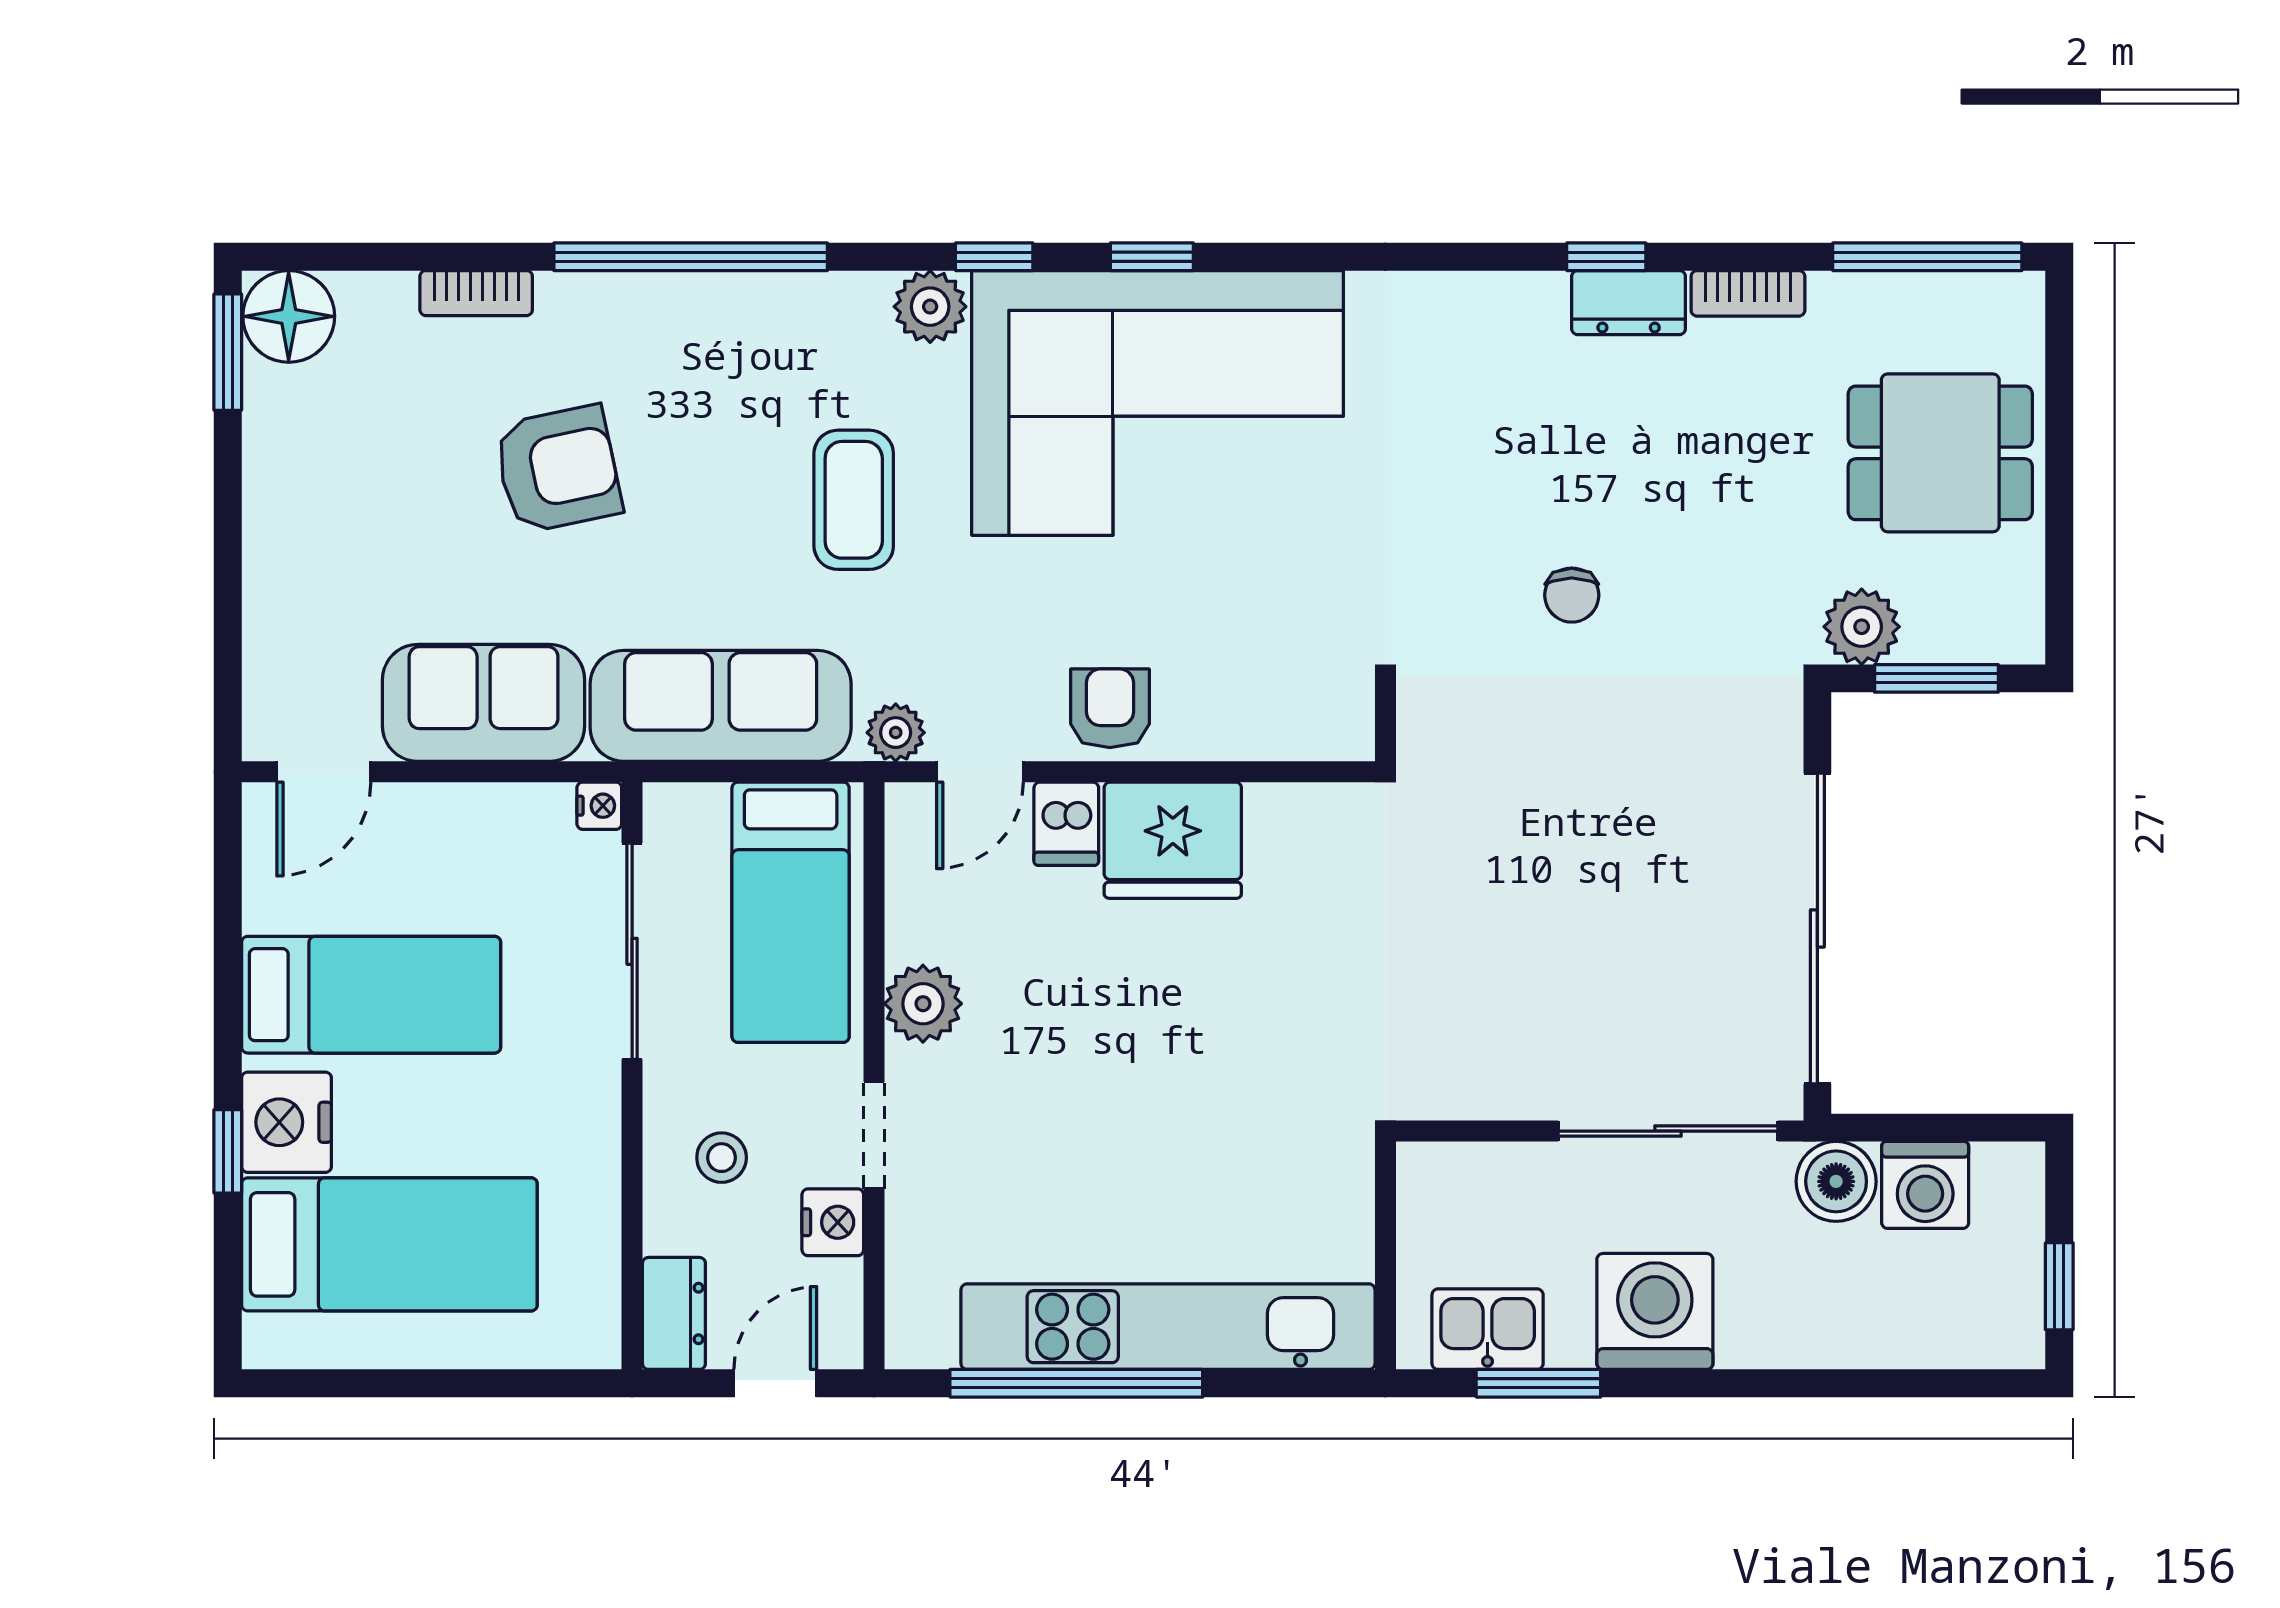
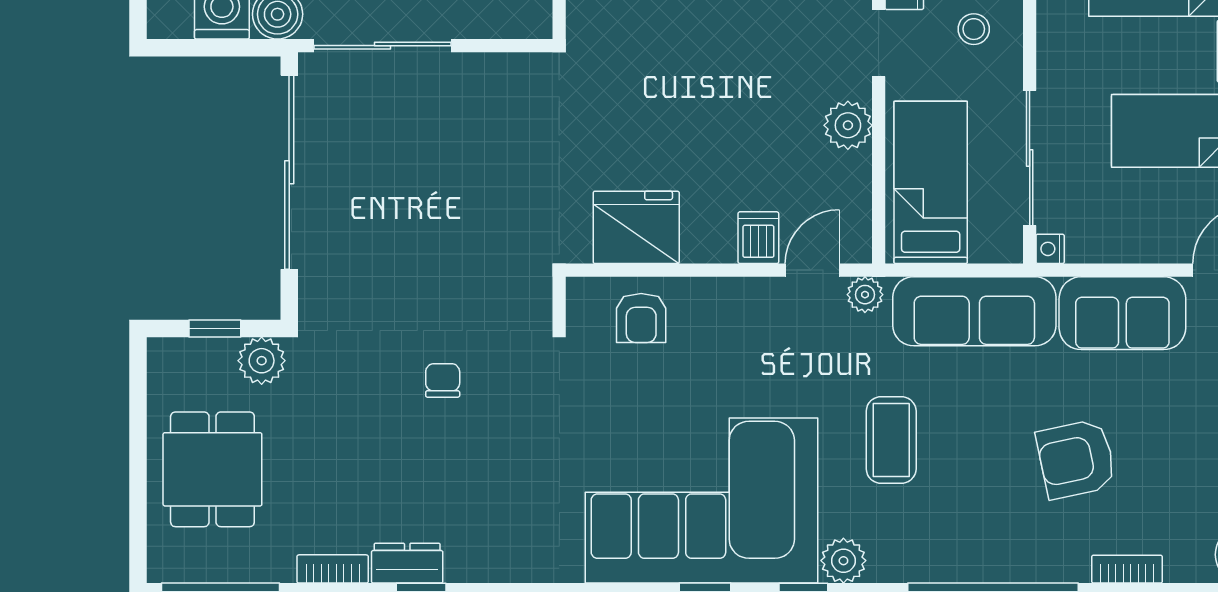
dining table: (1940, 453) -> (212, 469), turned 90
window: (1936, 678) -> (215, 328), width x0.67
armchair: (1110, 708) -> (641, 318), moved
fridge: (1173, 840) -> (636, 227), moved

